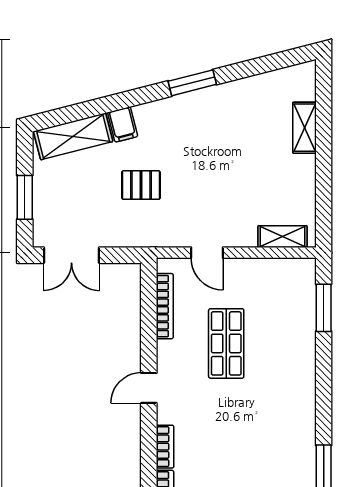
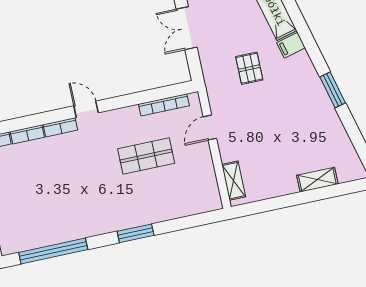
window: (324, 308) -> (136, 233), moved
door: (149, 388) -> (86, 109), moved

